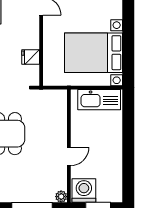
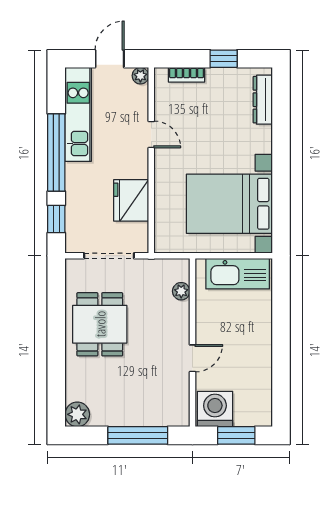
fridge: (31, 57) -> (131, 200), width x1.88, depth x1.34
plant: (61, 197) -> (181, 291), moved

